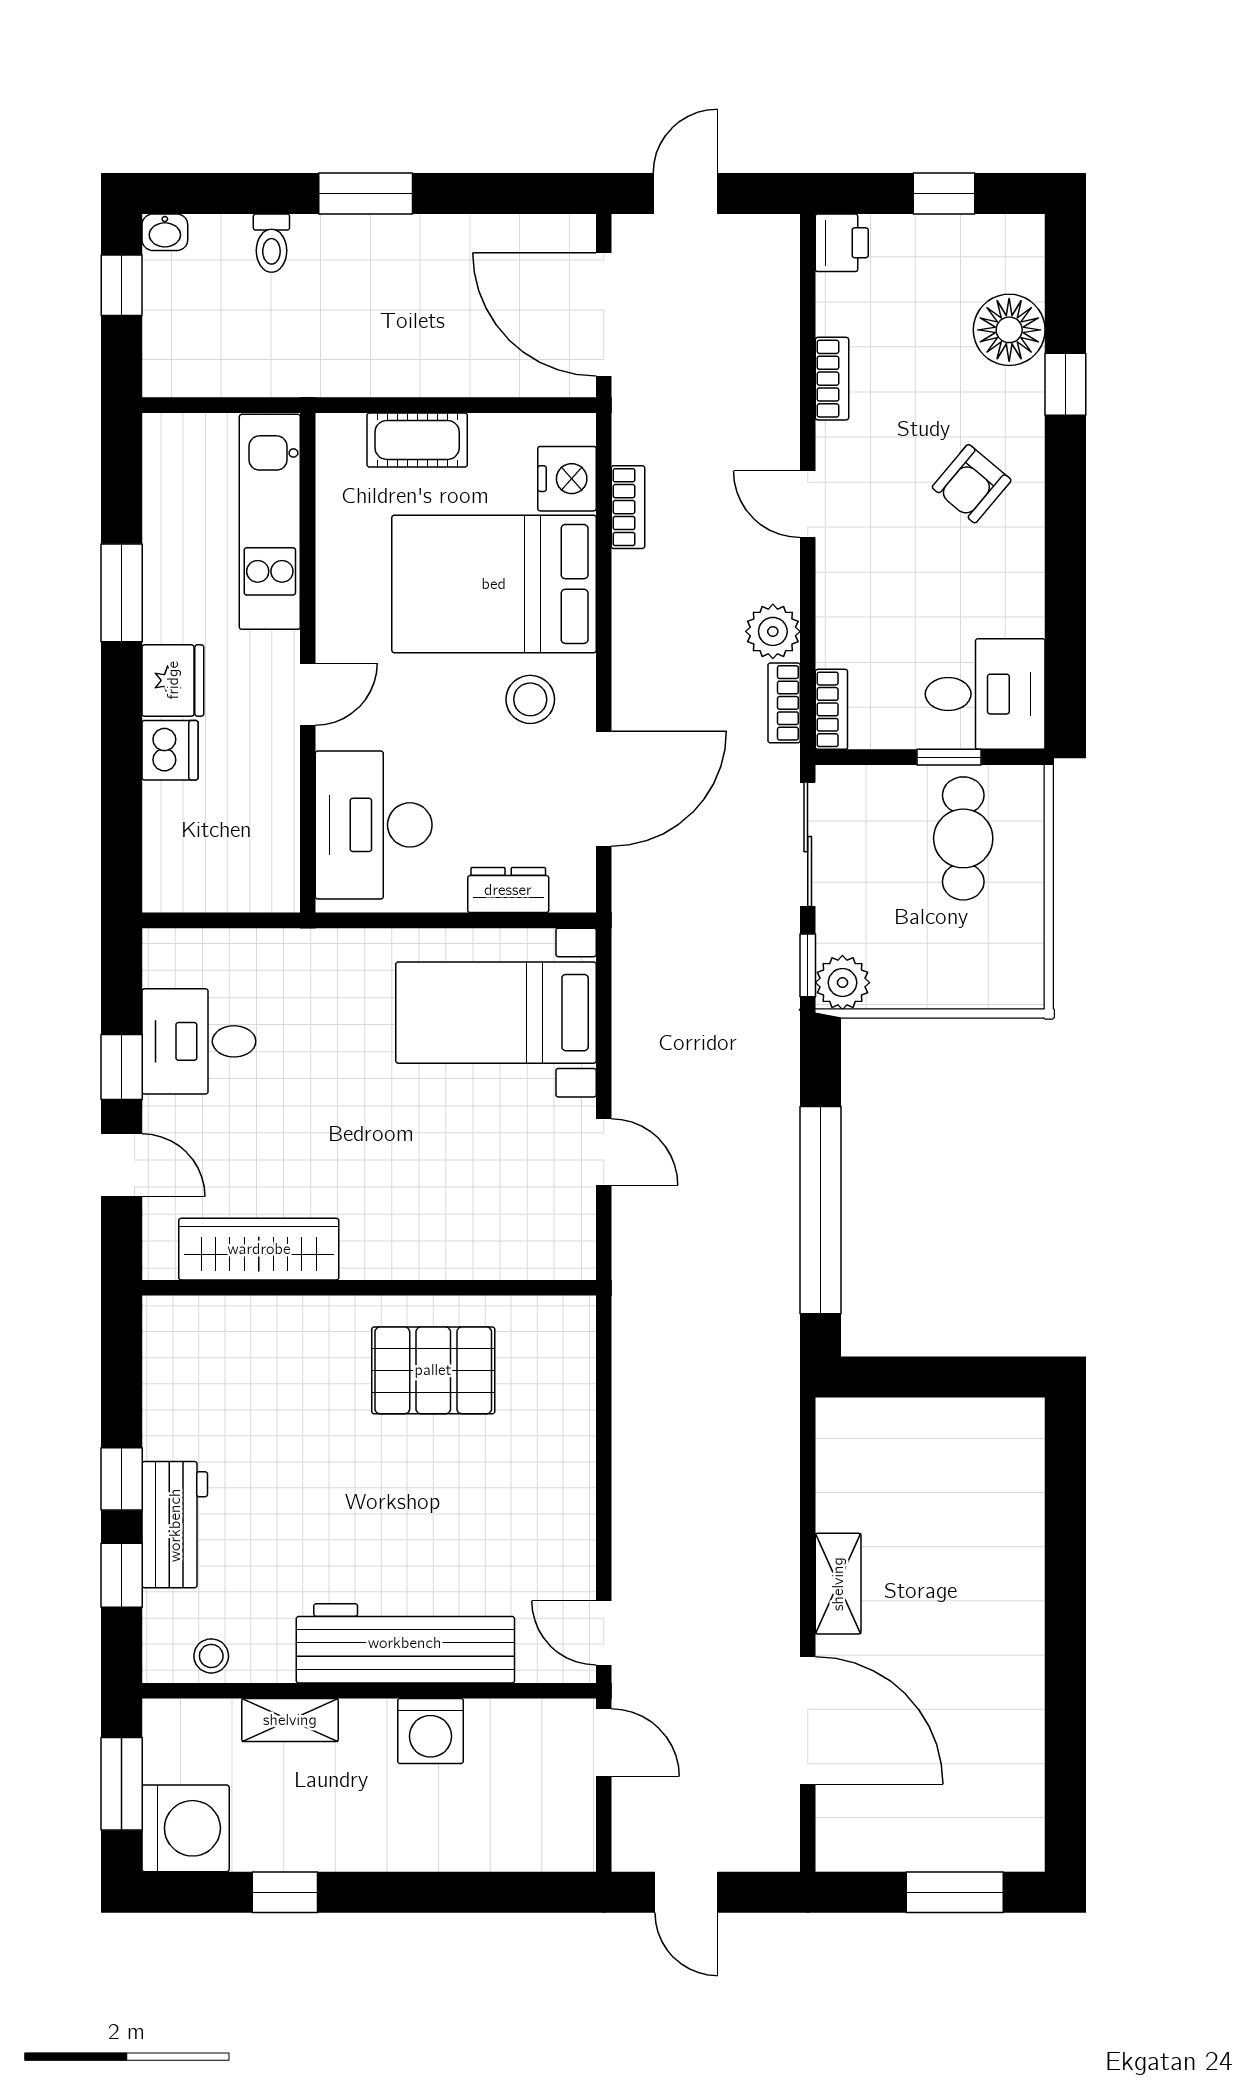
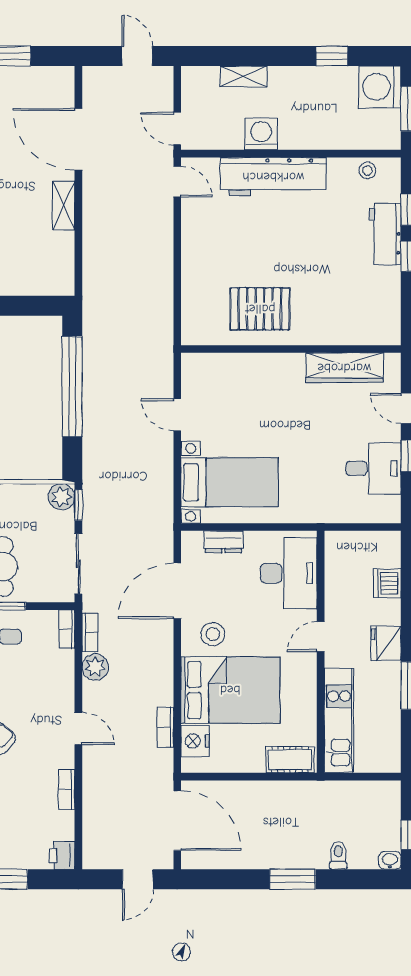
cot: (417, 440) -> (290, 760), moved
dishwasher: (170, 750) -> (387, 583), moved
shelving: (290, 1720) -> (244, 76), moved

